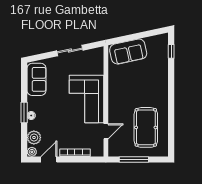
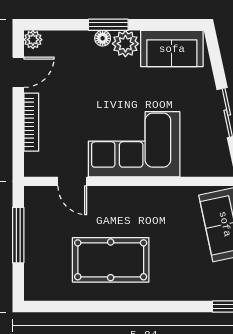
pool table: (146, 127) -> (111, 260), moved
plant: (34, 138) -> (125, 44), moved
door: (49, 160) -> (18, 72), hinge flipped

